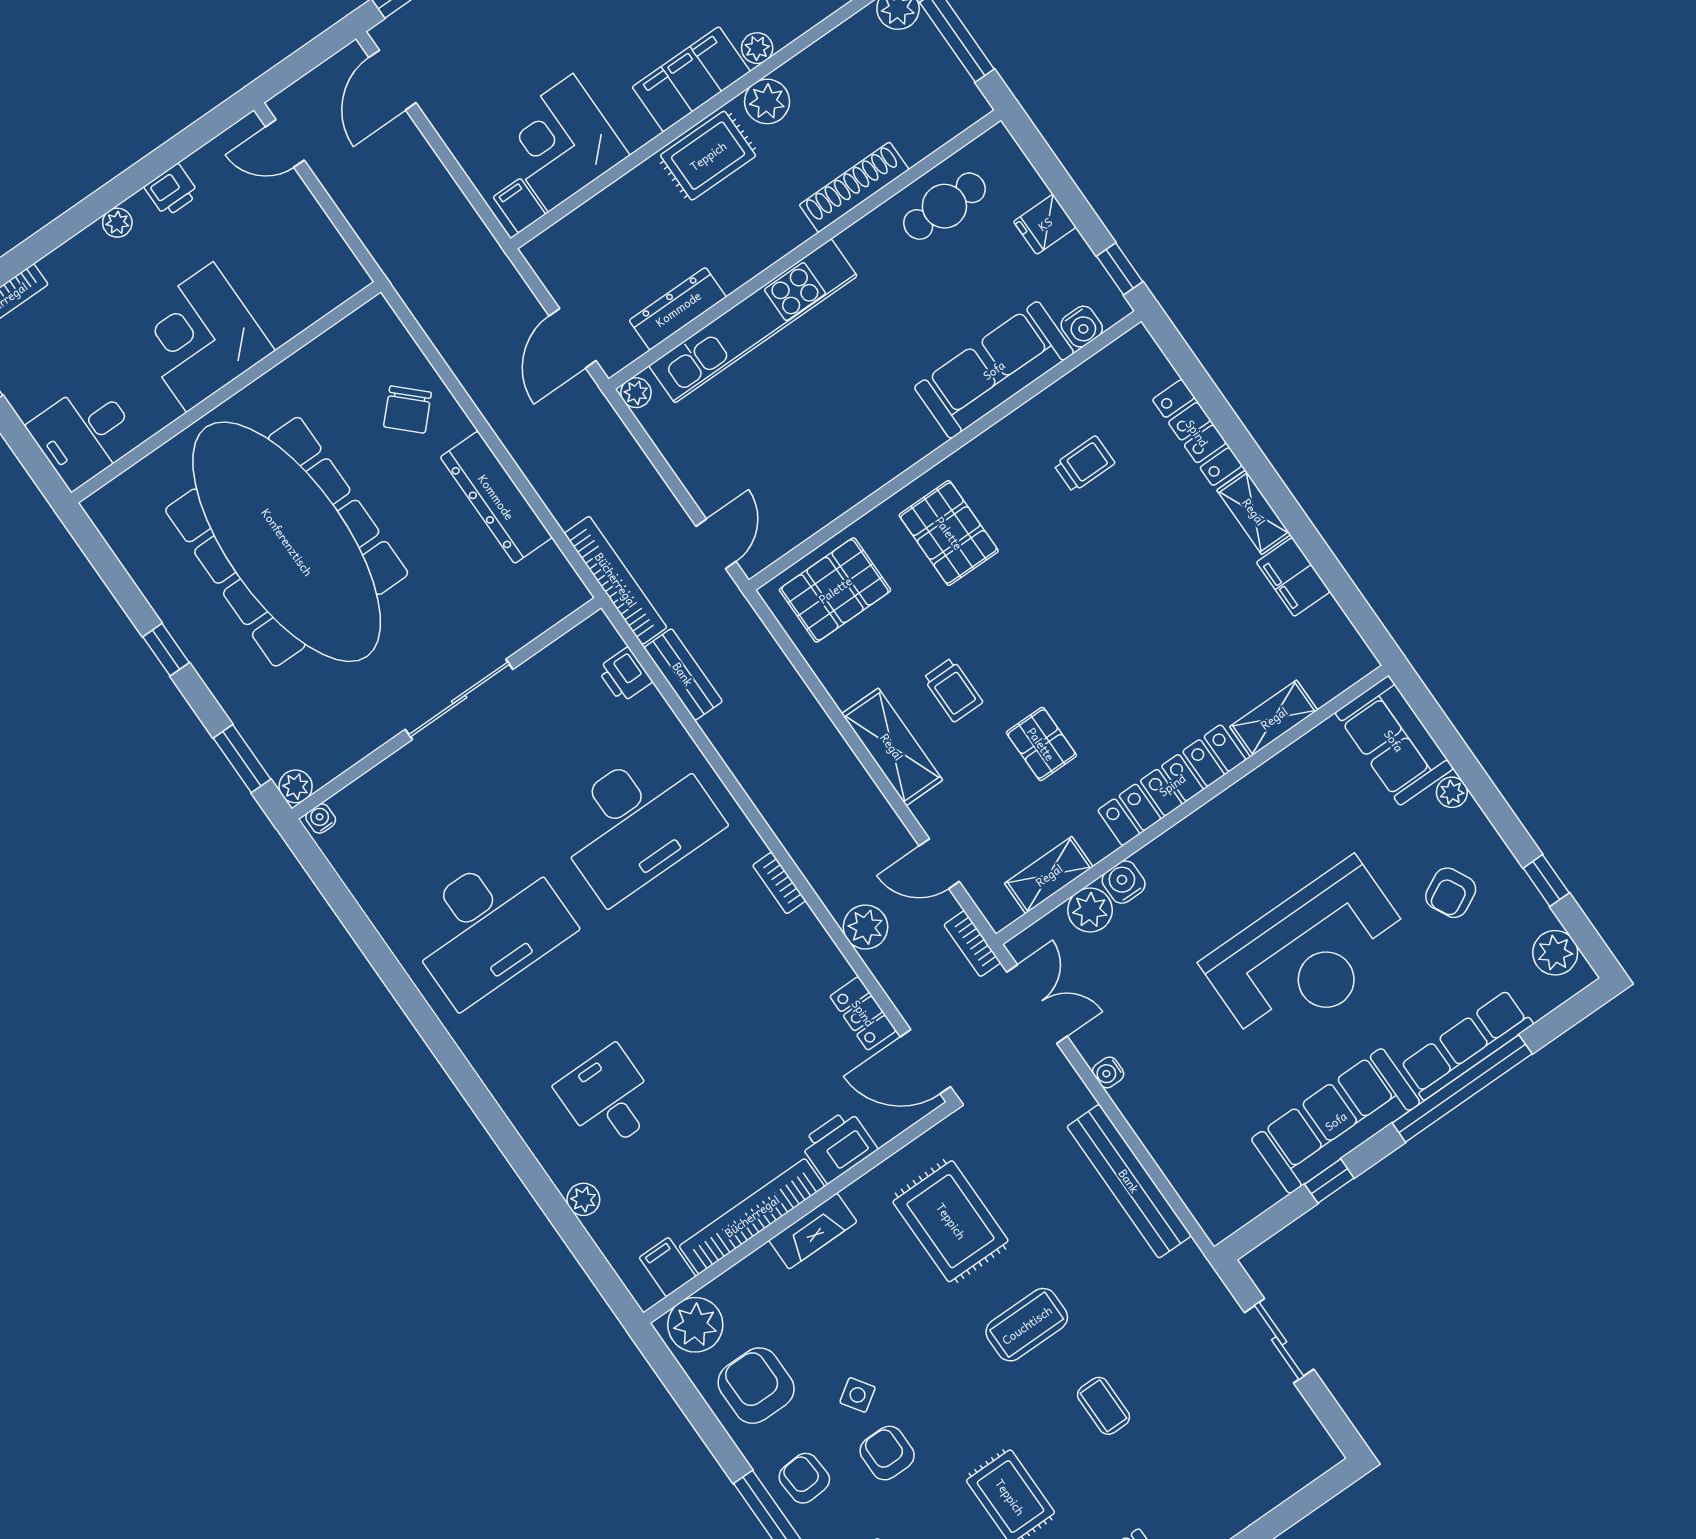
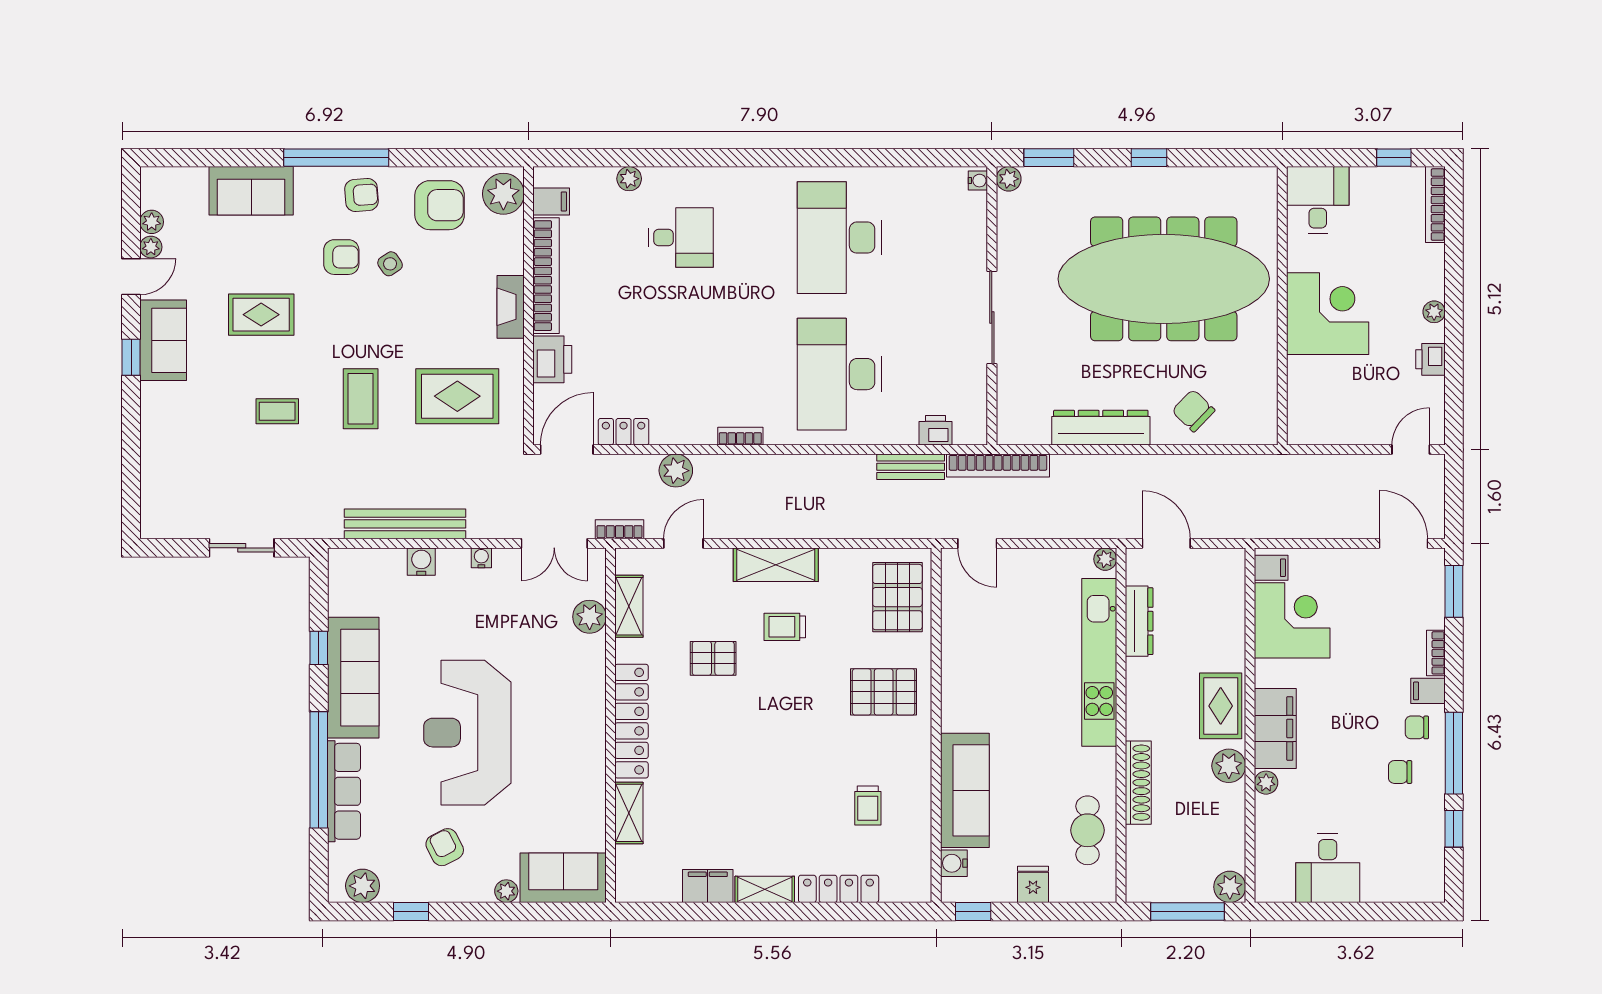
water cooler: (1124, 882) -> (421, 562), moved, turned -90

